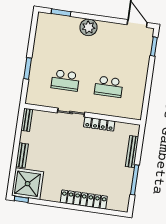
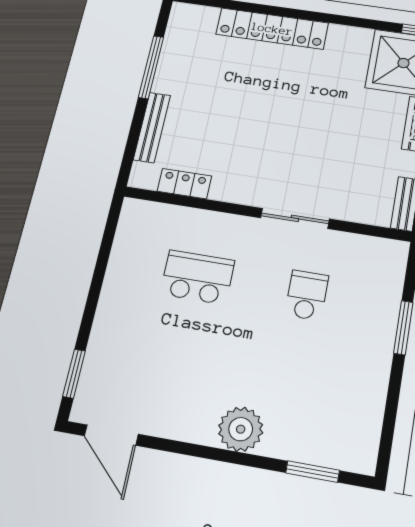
school desk: (65, 80) -> (307, 295), width x0.54
locker: (99, 124) -> (184, 184), moved, width x0.66

